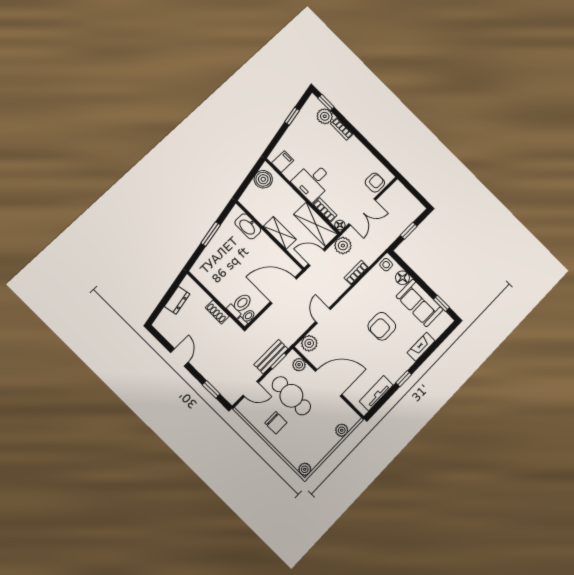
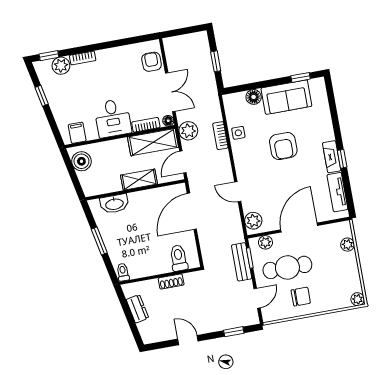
side table: (386, 265) -> (238, 133), moved
toilet: (247, 317) -> (123, 272), moved
fireplace: (421, 347) -> (332, 157), moved

